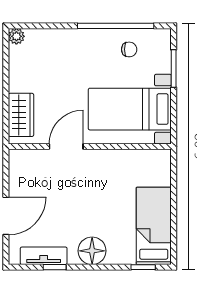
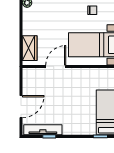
floor lamp: (92, 251) -> (71, 127), removed
tv unit: (44, 256) -> (43, 130), width x1.41

